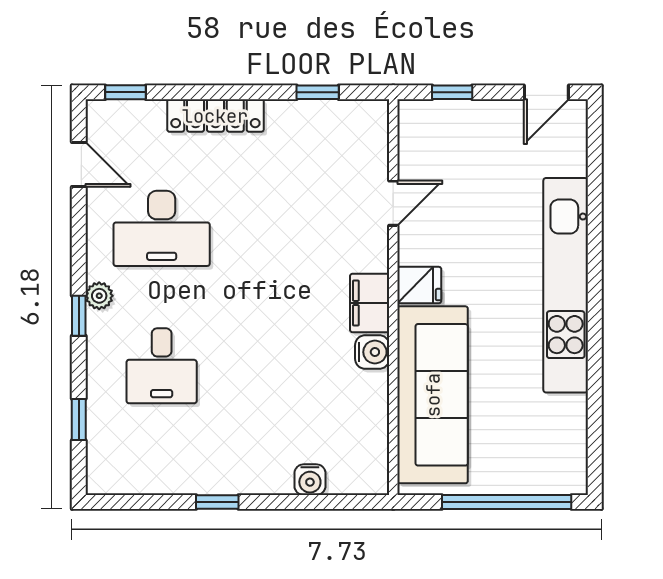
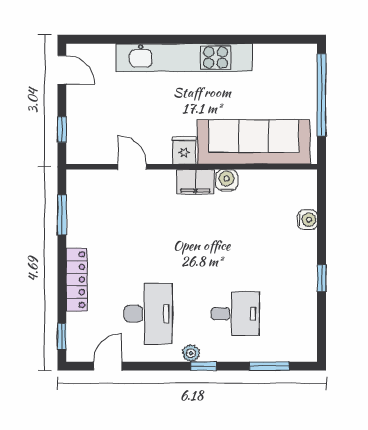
window: (318, 92) -> (62, 215), width x1.50
window: (79, 420) -> (269, 366), width x1.50

